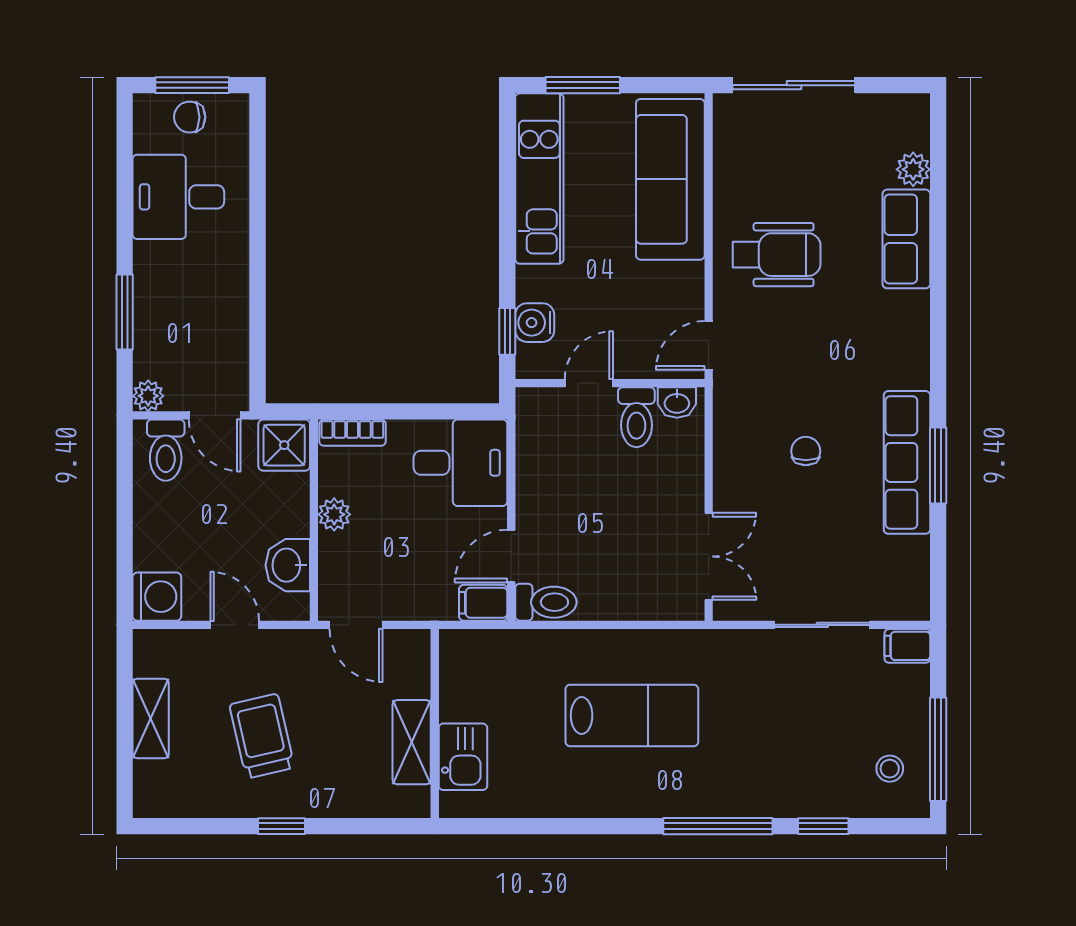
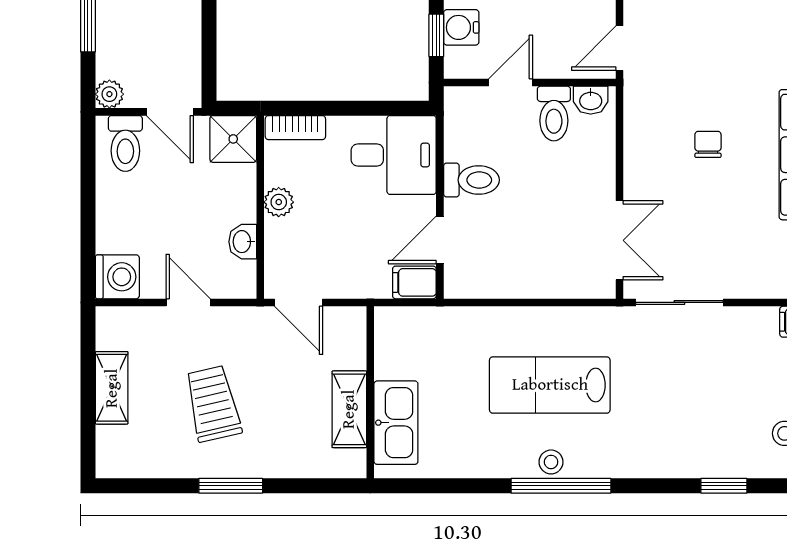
washbasin: (288, 565) -> (243, 242), width x0.72, depth x0.69
toilet: (546, 602) -> (471, 180), moved
sliding door: (822, 625) -> (679, 302), moved
lab bench: (632, 715) -> (550, 385), turned 180
kitchen sink: (463, 757) -> (396, 423), width x1.38
stool: (633, 800) -> (551, 462), added
window: (281, 826) -> (231, 486), width x1.50
window: (718, 826) -> (561, 486), moved

